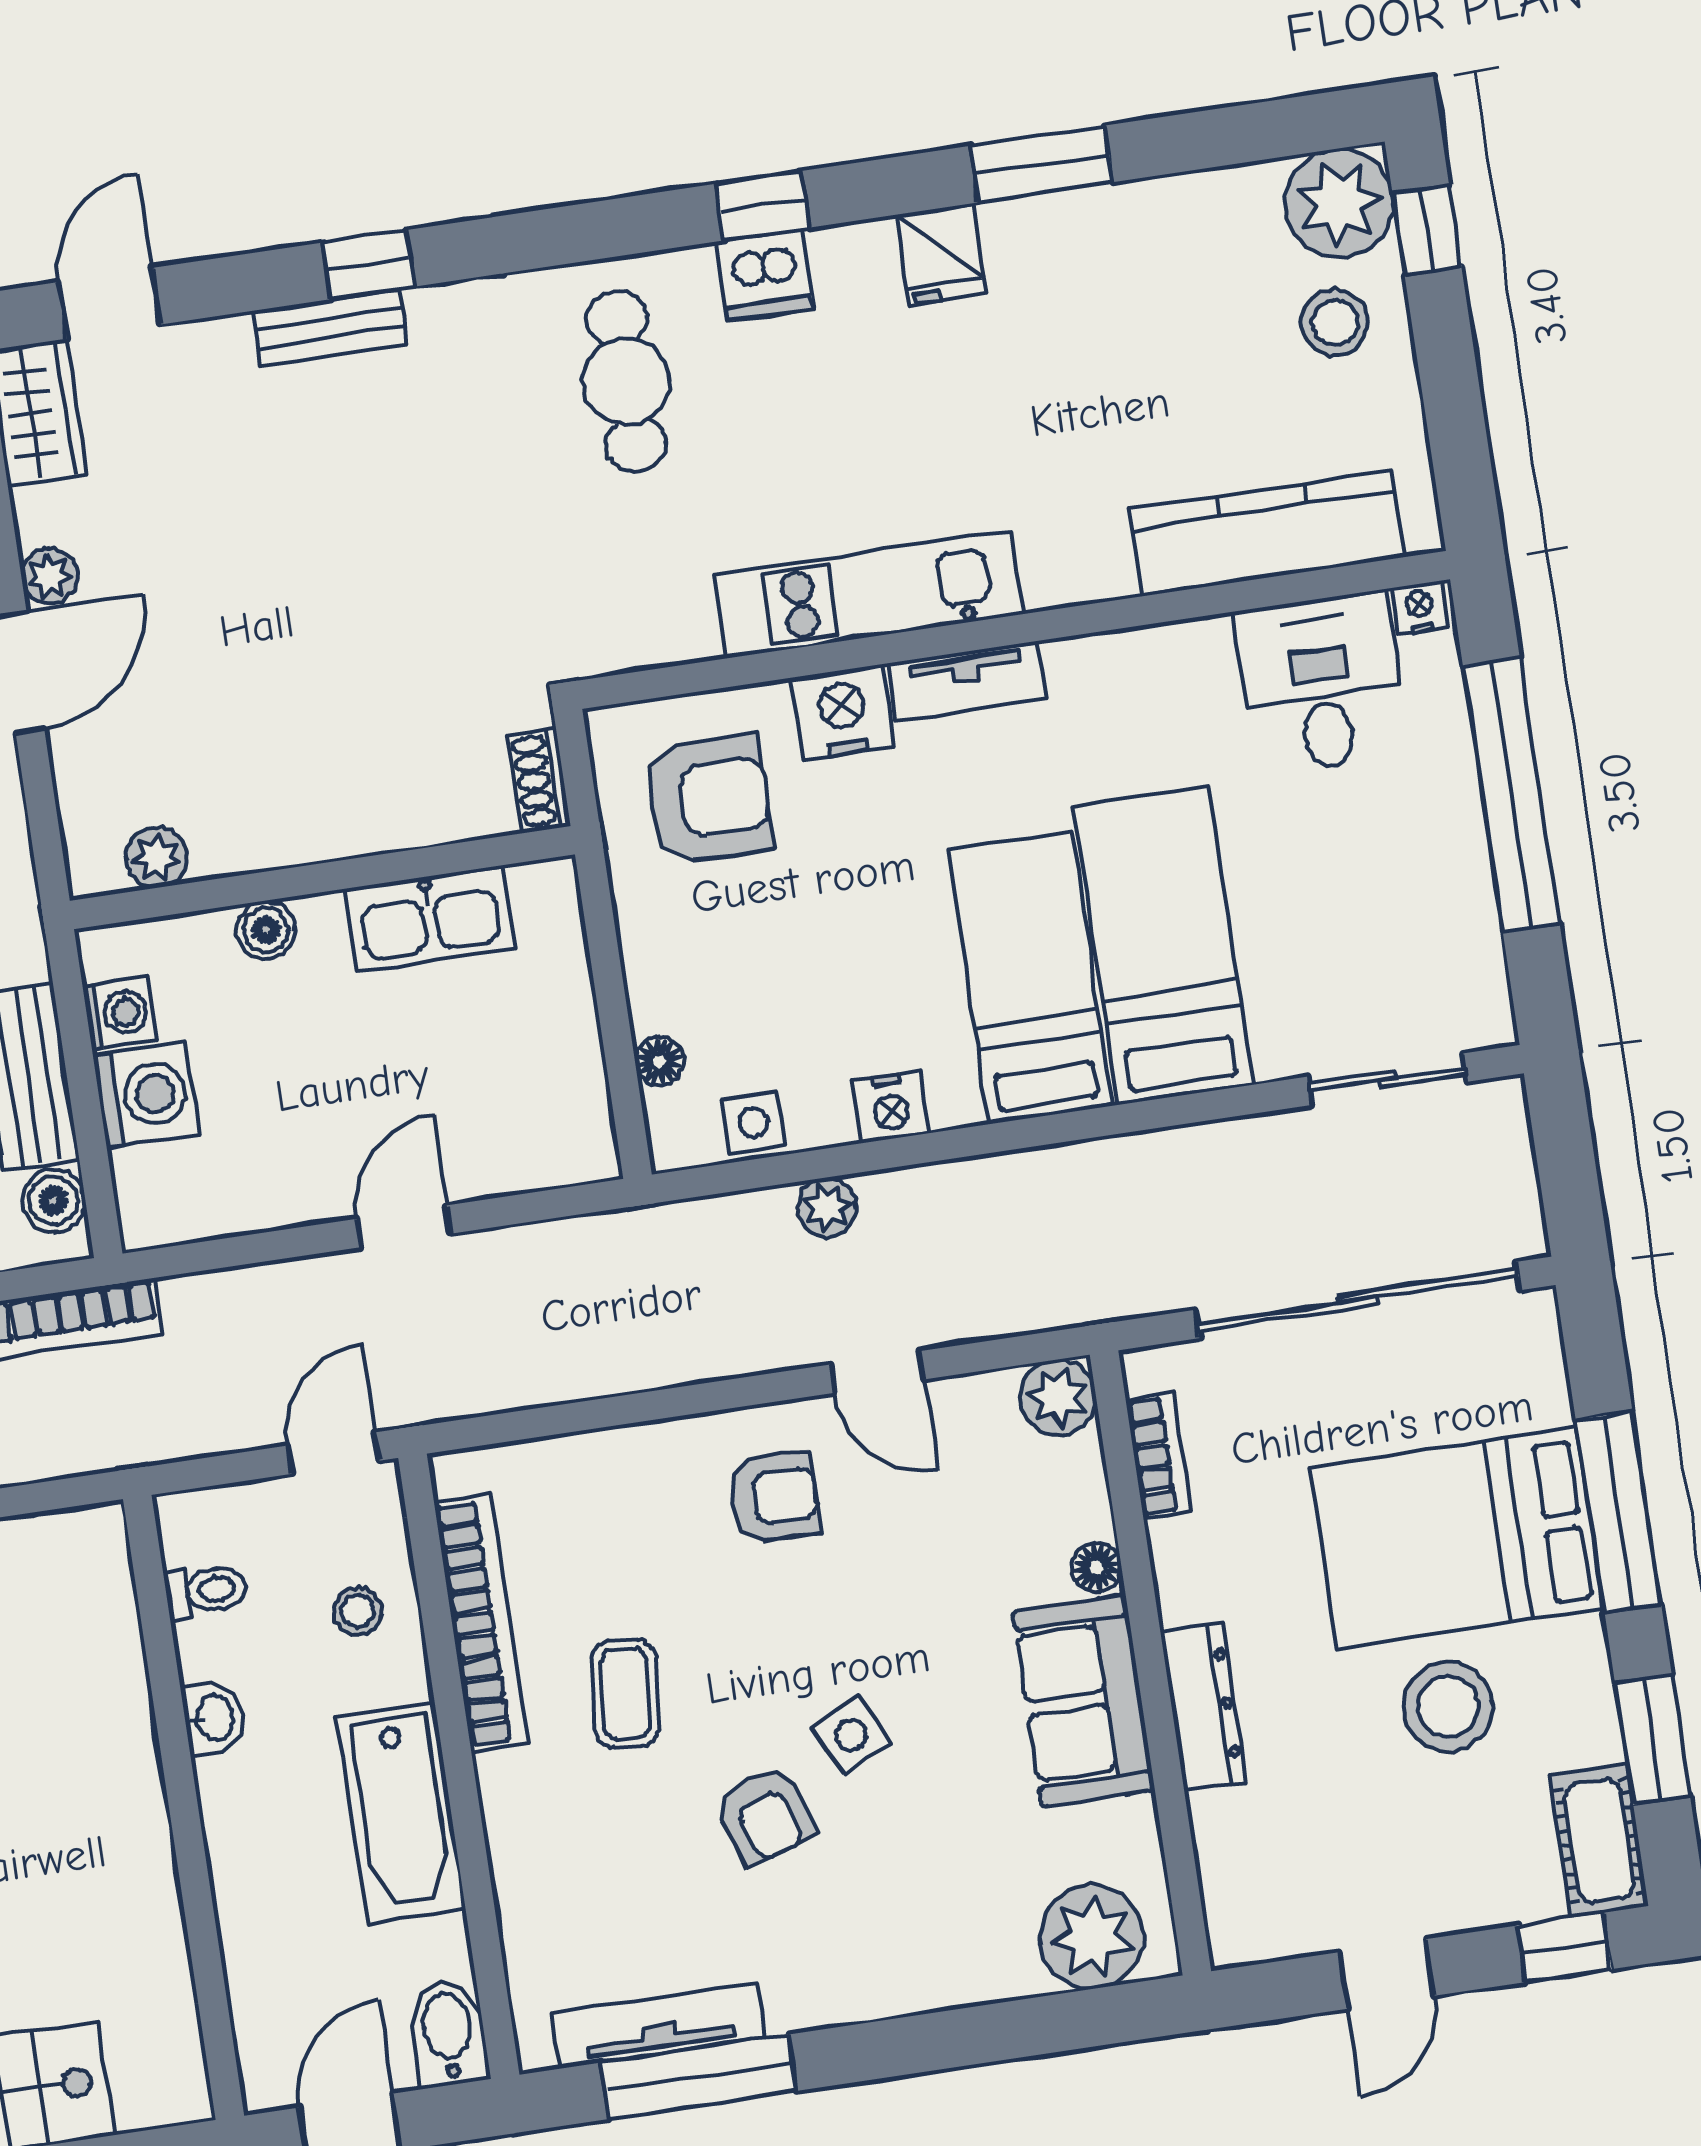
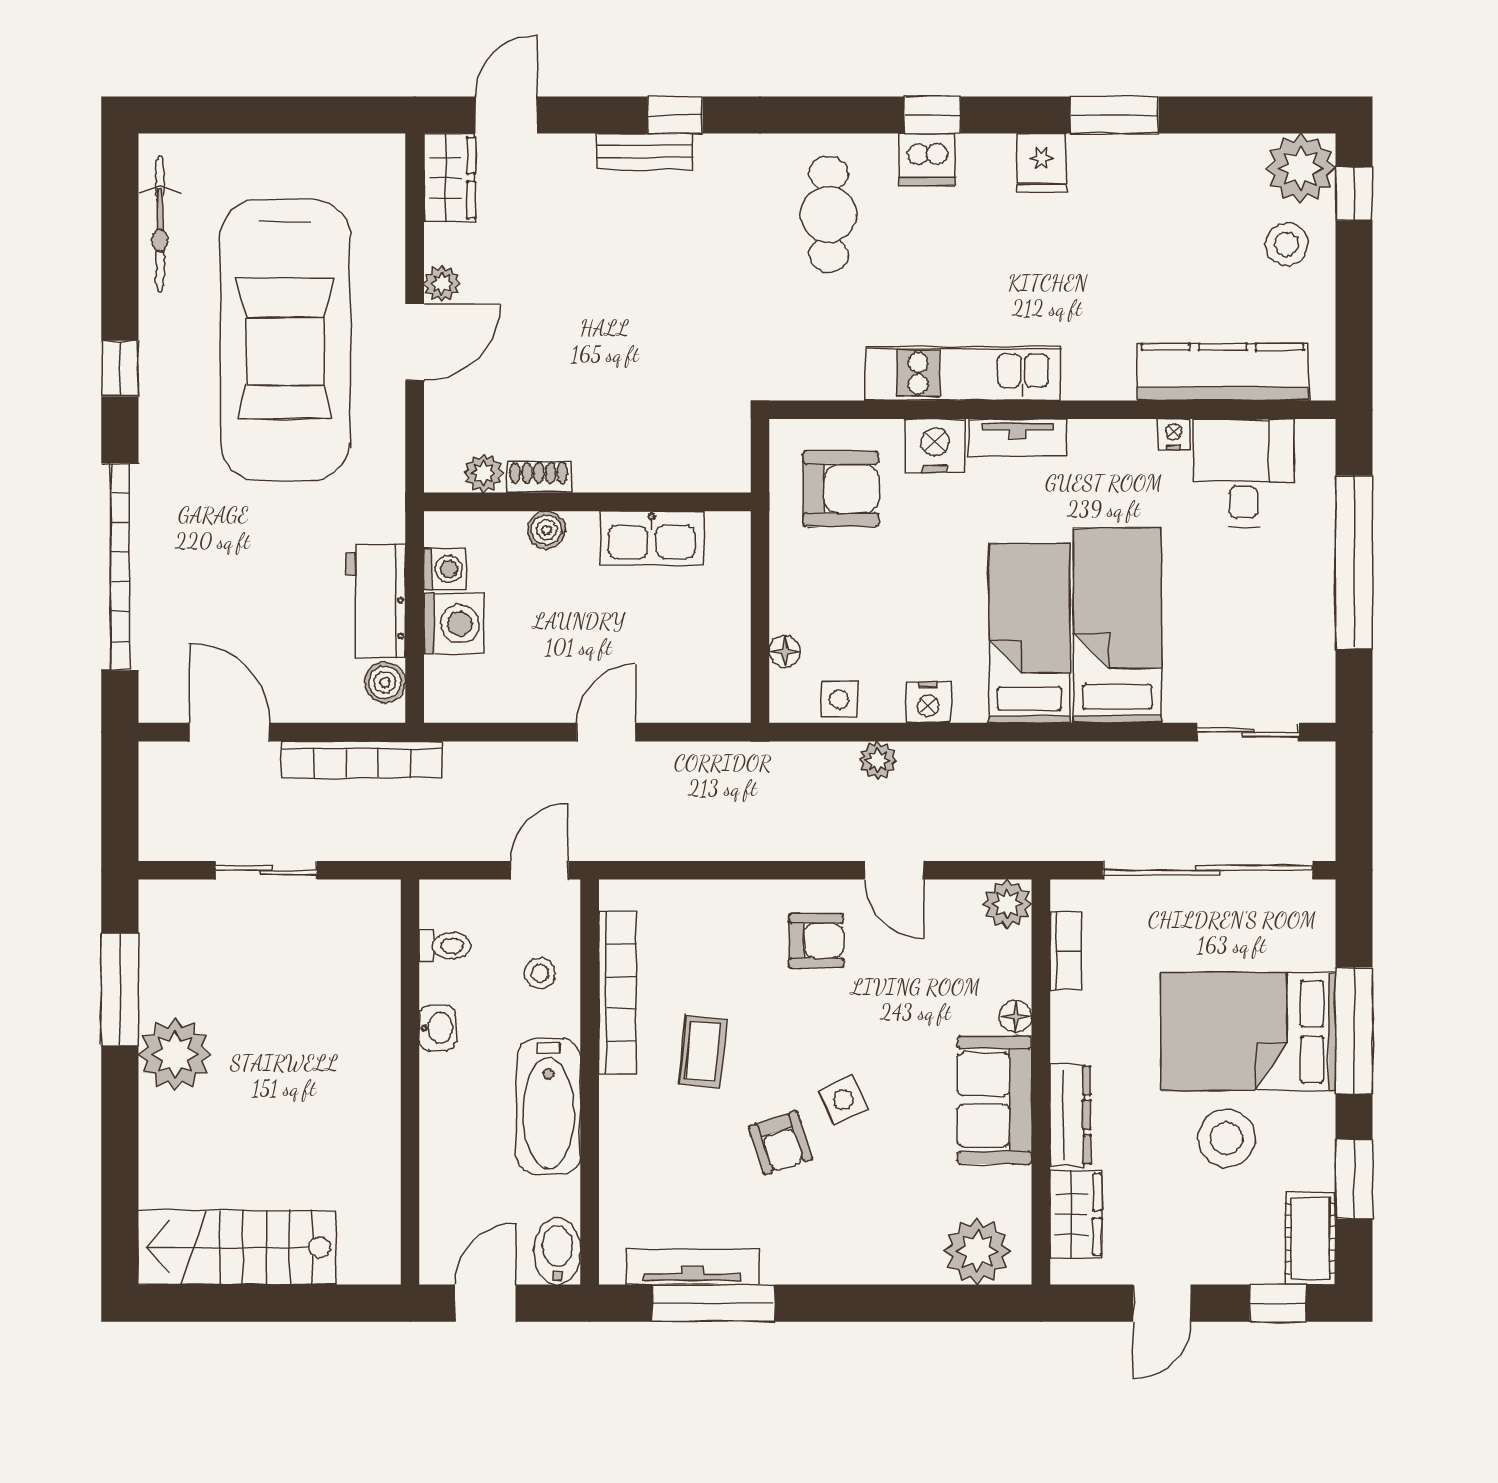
nightstand: (1420, 608) -> (1173, 434), moved
shoe rack: (539, 780) -> (539, 477), moved, turned 90
wardrobe: (1234, 1858) -> (1076, 1214), added

